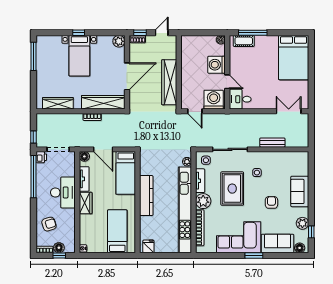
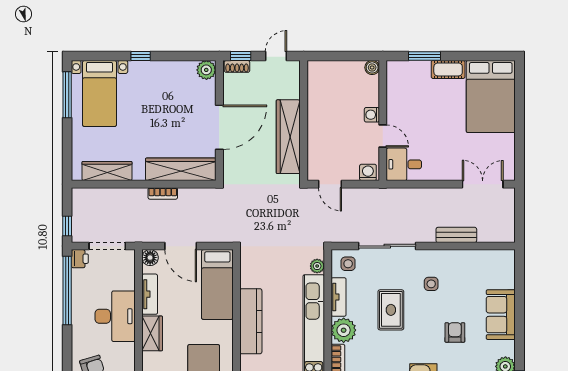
window: (253, 33) -> (424, 56), width x0.69
cot: (244, 41) -> (448, 69), moved
bed with nightstands: (79, 56) -> (99, 93), moved
washing machine: (216, 65) -> (372, 115), width x0.53, depth x0.53
washing machine: (214, 100) -> (368, 172), width x0.53, depth x0.53
rug: (232, 189) -> (391, 310), width x0.73, depth x0.70

